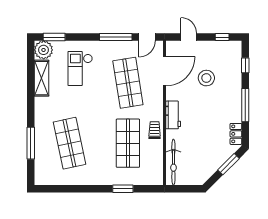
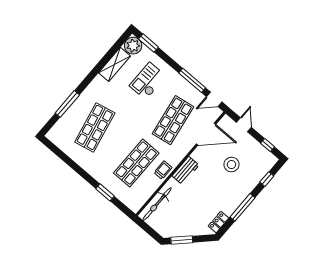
window: (229, 164) -> (182, 240), moved

